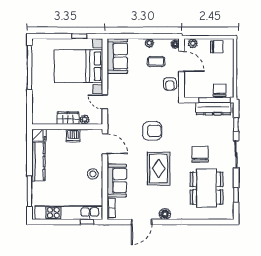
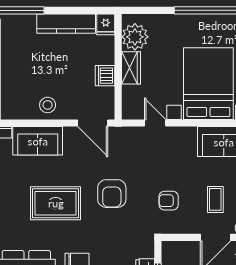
armchair: (170, 84) -> (169, 201), moved
door: (105, 102) -> (155, 123), hinge flipped
plant: (85, 120) -> (135, 37), moved, width x1.87, depth x1.87
door: (105, 144) -> (93, 123), hinge flipped

